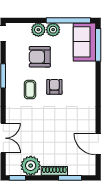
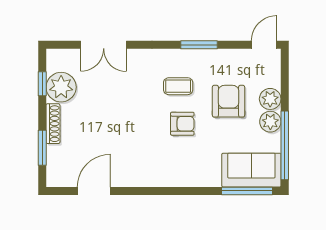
window: (17, 178) -> (42, 84), moved

